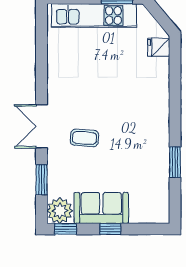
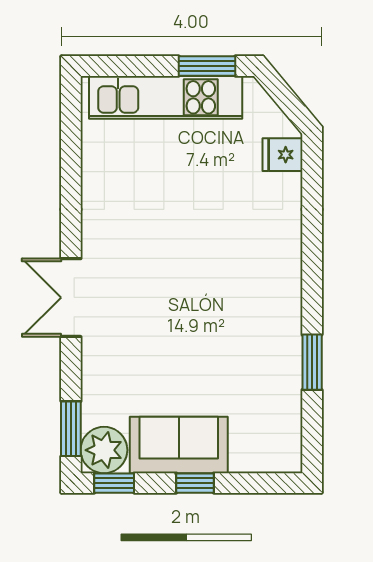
coffee table: (84, 138) -> (148, 319), removed
window: (42, 180) -> (71, 429), moved

